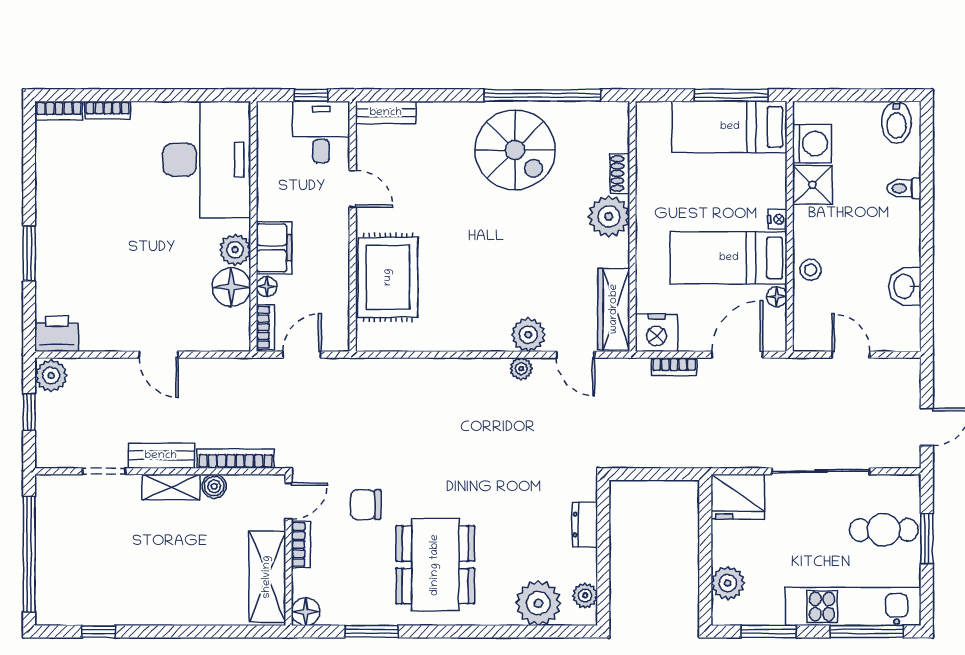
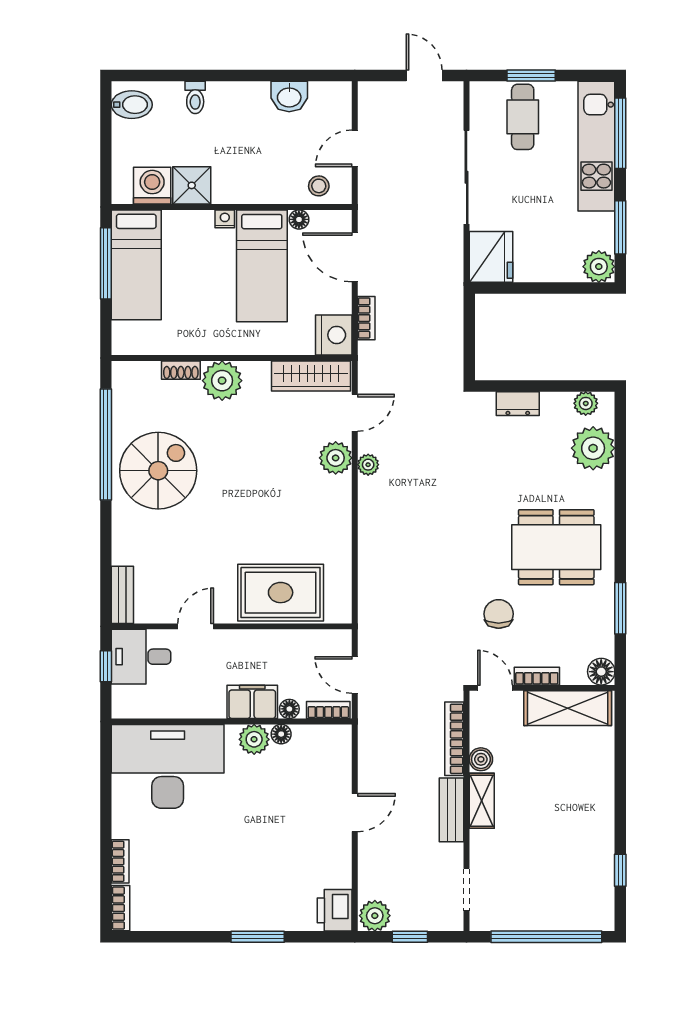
stool: (811, 270) -> (319, 186), moved
floor lamp: (231, 287) -> (281, 734), width x0.53, depth x0.53
doorway: (104, 471) -> (467, 890), moved
chair: (366, 505) -> (499, 614), turned 180
plant: (728, 583) -> (599, 267), moved

